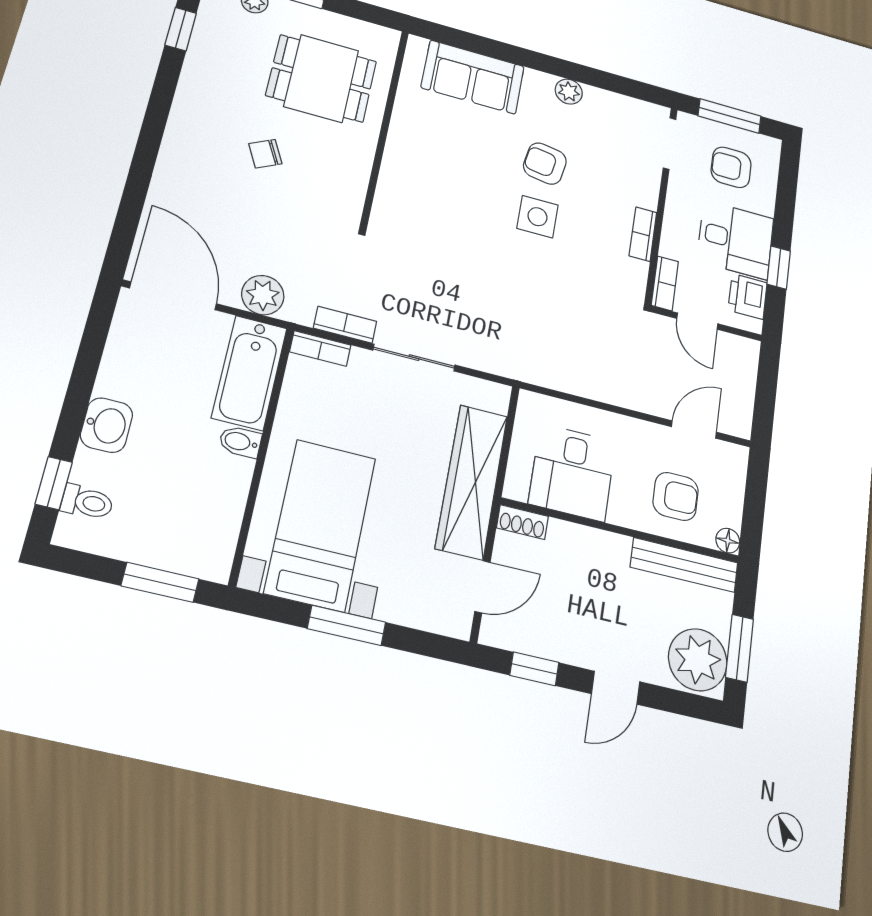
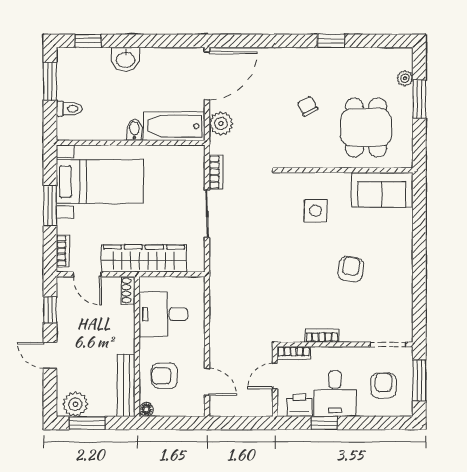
window: (181, 29) -> (331, 41), moved
sofa: (473, 77) -> (382, 190), moved, turned -90
plant: (569, 92) -> (404, 276), removed
side table: (537, 217) -> (316, 211), moved
bookcase: (320, 348) -> (63, 251), moved, turned 180
armchair: (676, 496) -> (164, 376), turned 90
toilet: (87, 502) -> (69, 109), moved, turned -90
window: (160, 582) -> (50, 81), moved
plant: (698, 660) -> (75, 404), width x0.73, depth x0.73

